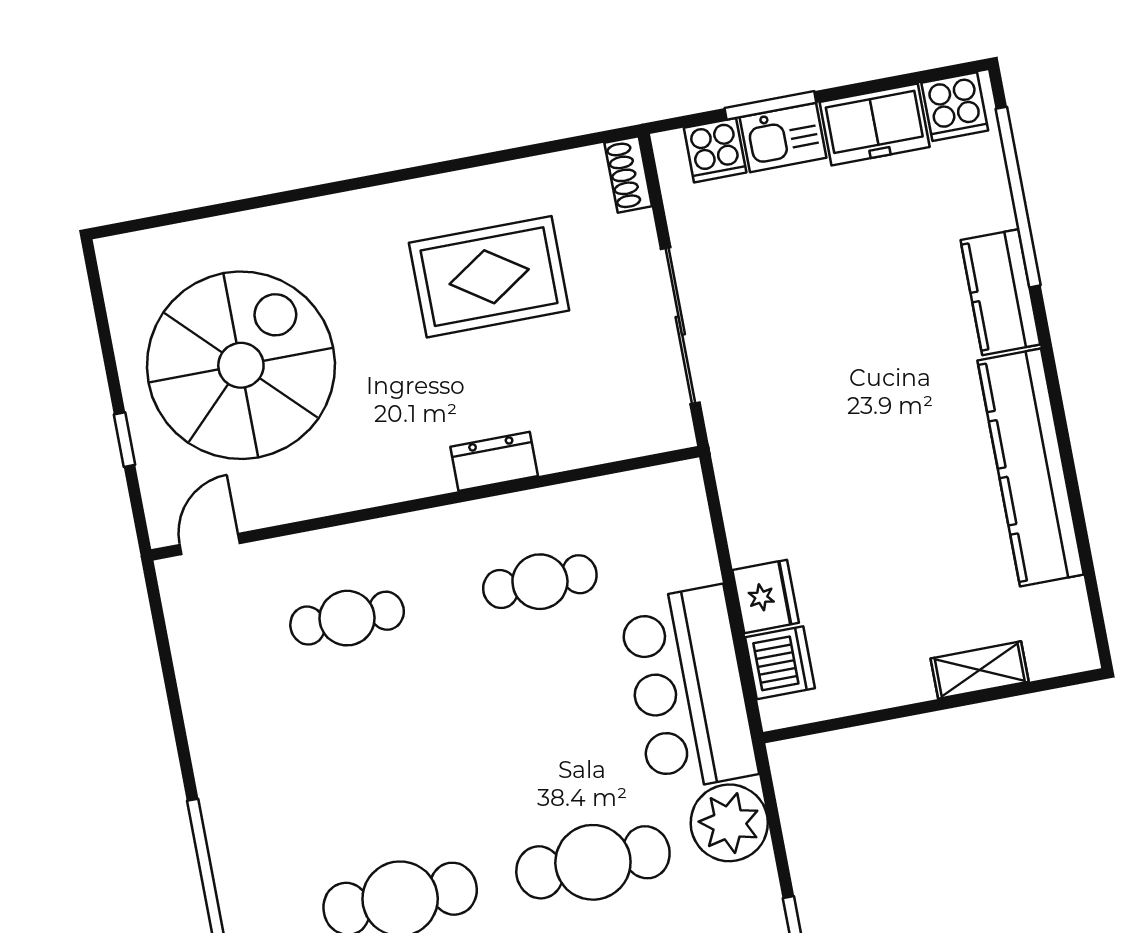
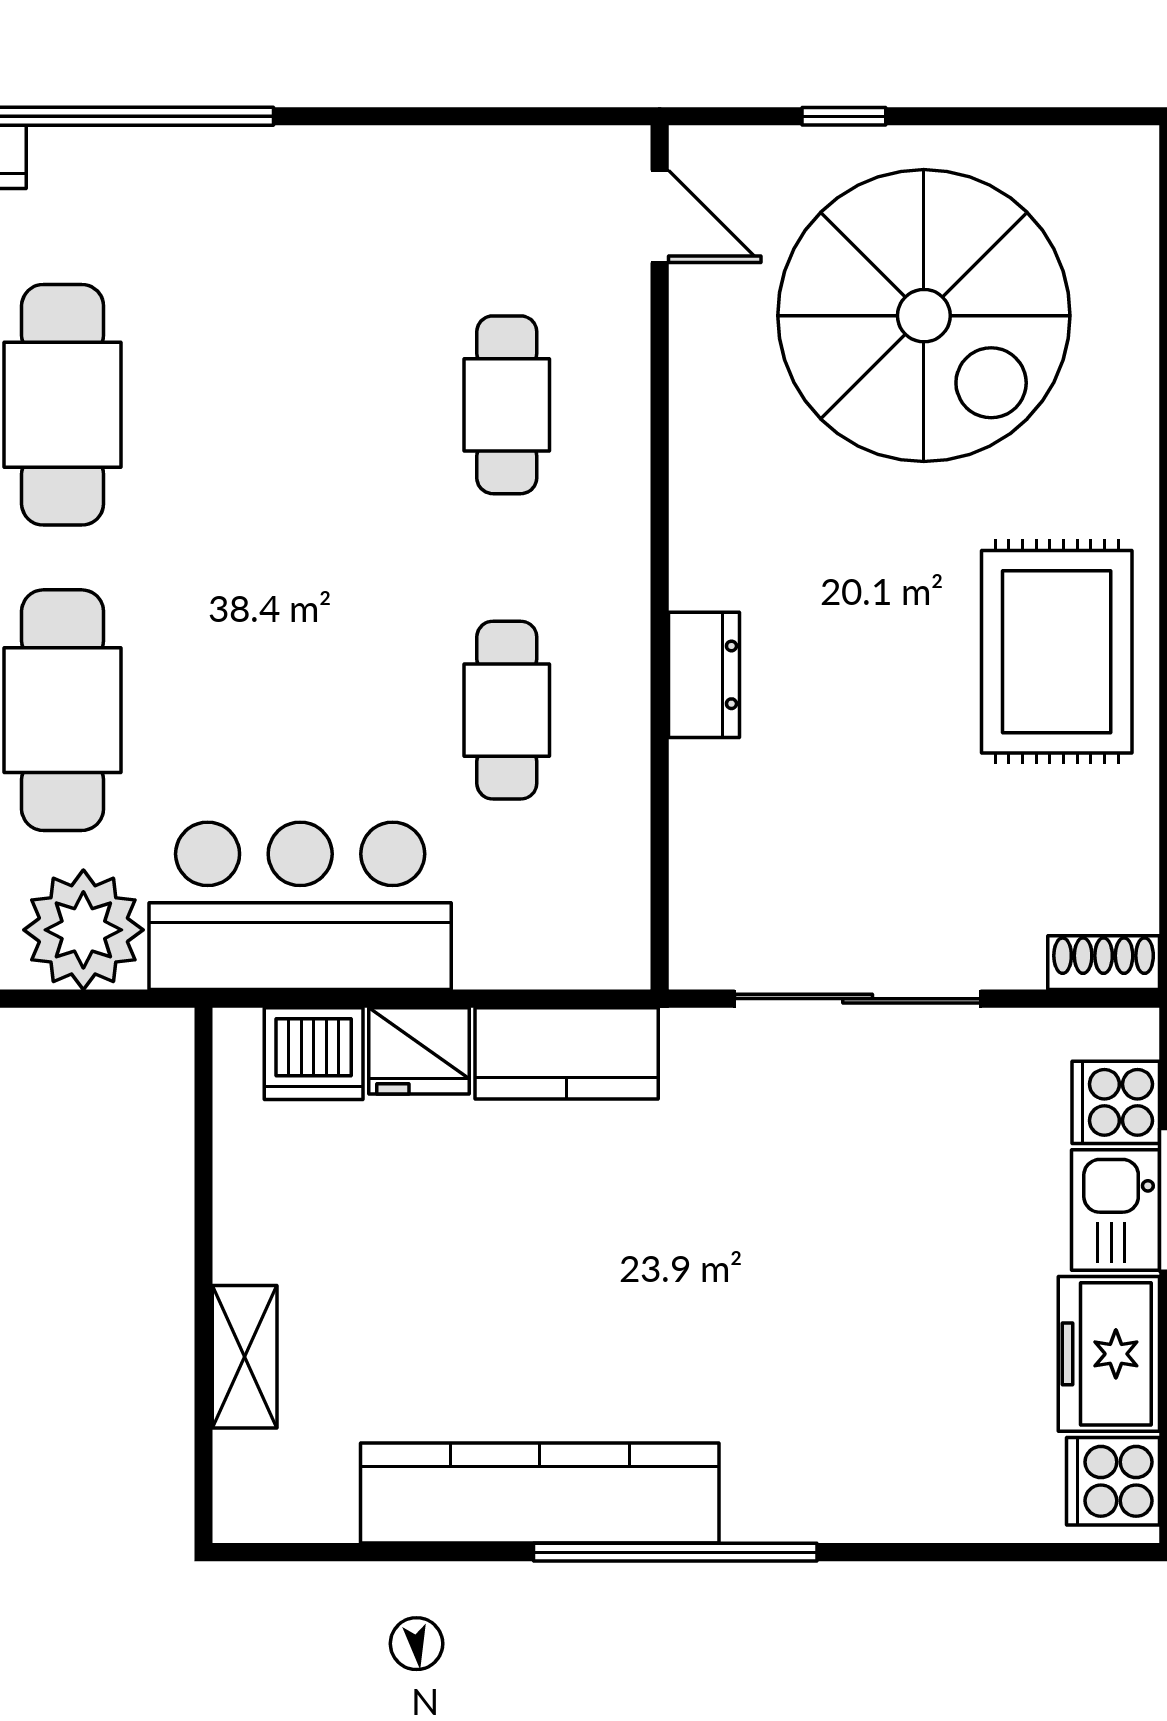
window: (1018, 197) -> (675, 1552), moved
rug: (489, 277) -> (1057, 652), moved
kitchen counter: (1000, 292) -> (567, 1053), moved, turned 180

